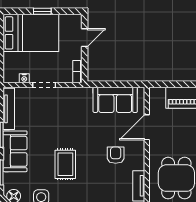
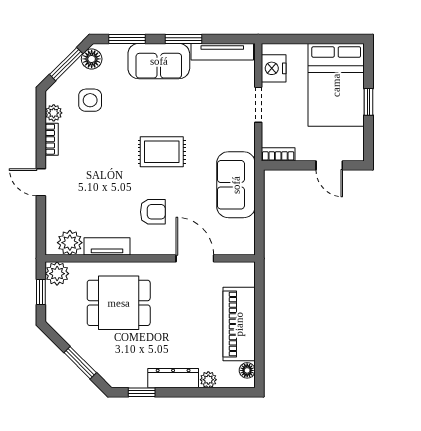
nightstand: (24, 78) -> (274, 68), width x1.89, depth x1.79
sofa: (115, 100) -> (236, 185), moved
rug: (65, 164) -> (162, 152), moved

